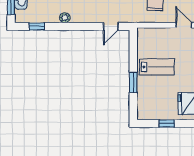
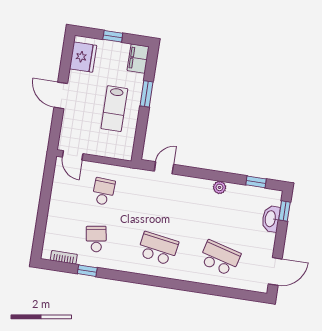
lab bench: (157, 67) -> (114, 109), turned -90
filing cabinet: (144, 109) -> (138, 59), added

